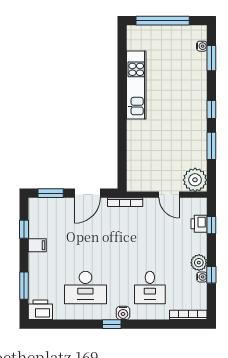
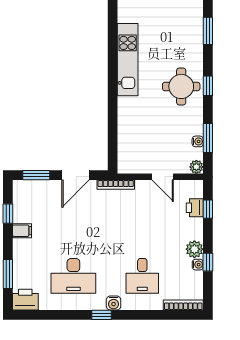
water cooler: (202, 46) -> (198, 141), moved
round table: (186, 110) -> (181, 86), added
window: (211, 146) -> (208, 138), moved
plant: (195, 180) -> (196, 167), width x0.53, depth x0.53

